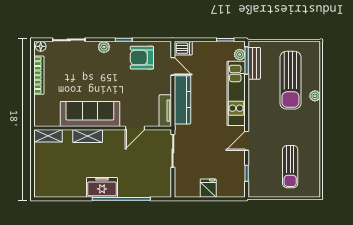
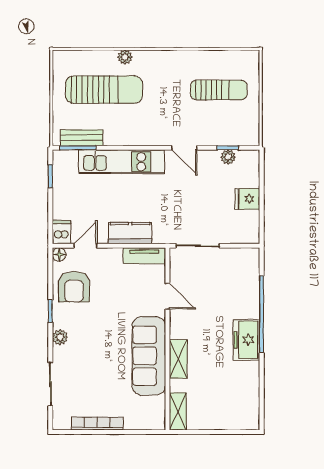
floor lamp: (41, 46) -> (59, 254), moved
plant: (240, 55) -> (228, 157), moved
kitchen counter: (182, 100) -> (130, 233), width x0.67

